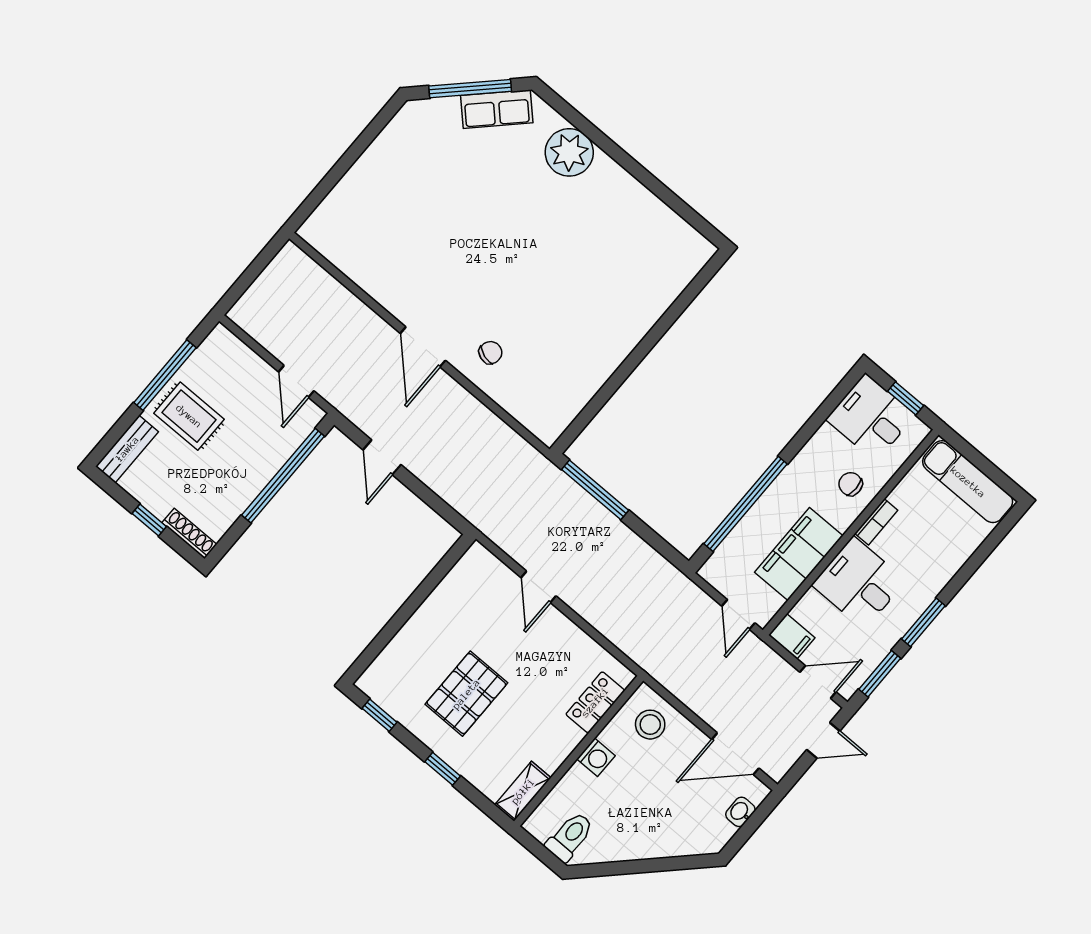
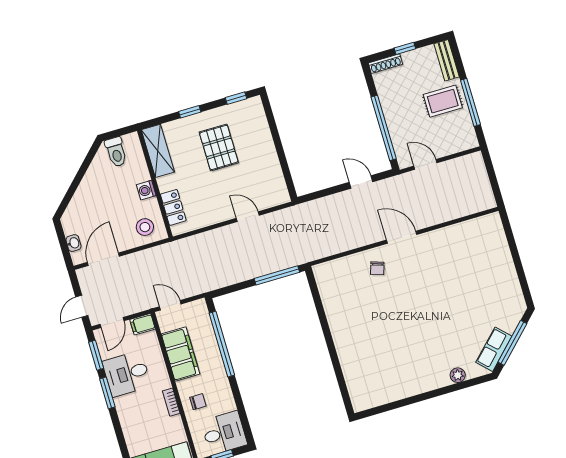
plant: (569, 152) -> (458, 375), width x0.53, depth x0.53
desk: (859, 583) -> (127, 374), moved, turned 180
shelving: (523, 791) -> (158, 151), width x1.50, depth x1.33

